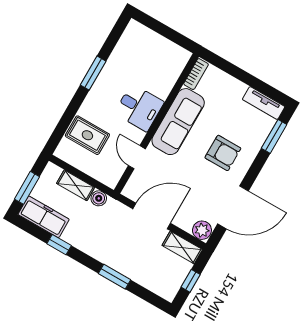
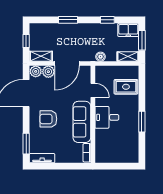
shelving: (76, 185) -> (128, 56), moved
freezer: (44, 217) -> (128, 30), width x0.71
plant: (184, 220) -> (48, 72), added

